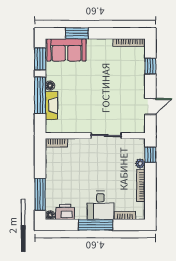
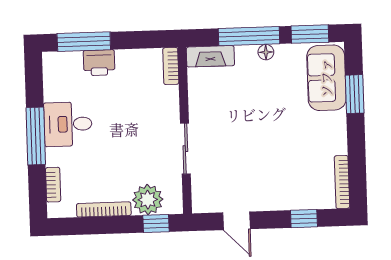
fireplace: (51, 105) -> (210, 56), moved
plant: (140, 163) -> (148, 200), width x1.88, depth x1.88
desk: (100, 205) -> (68, 124), moved
printer: (65, 212) -> (99, 63), moved, turned 90
floor lamp: (50, 215) -> (50, 60), removed

